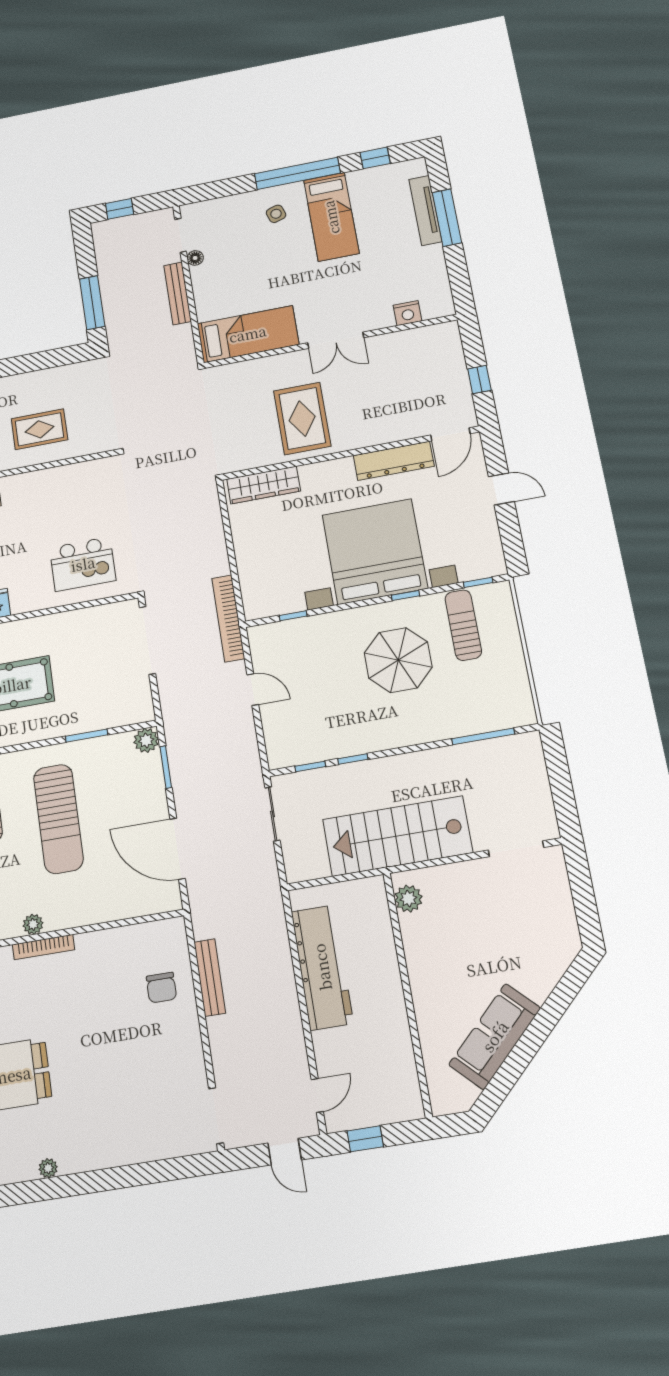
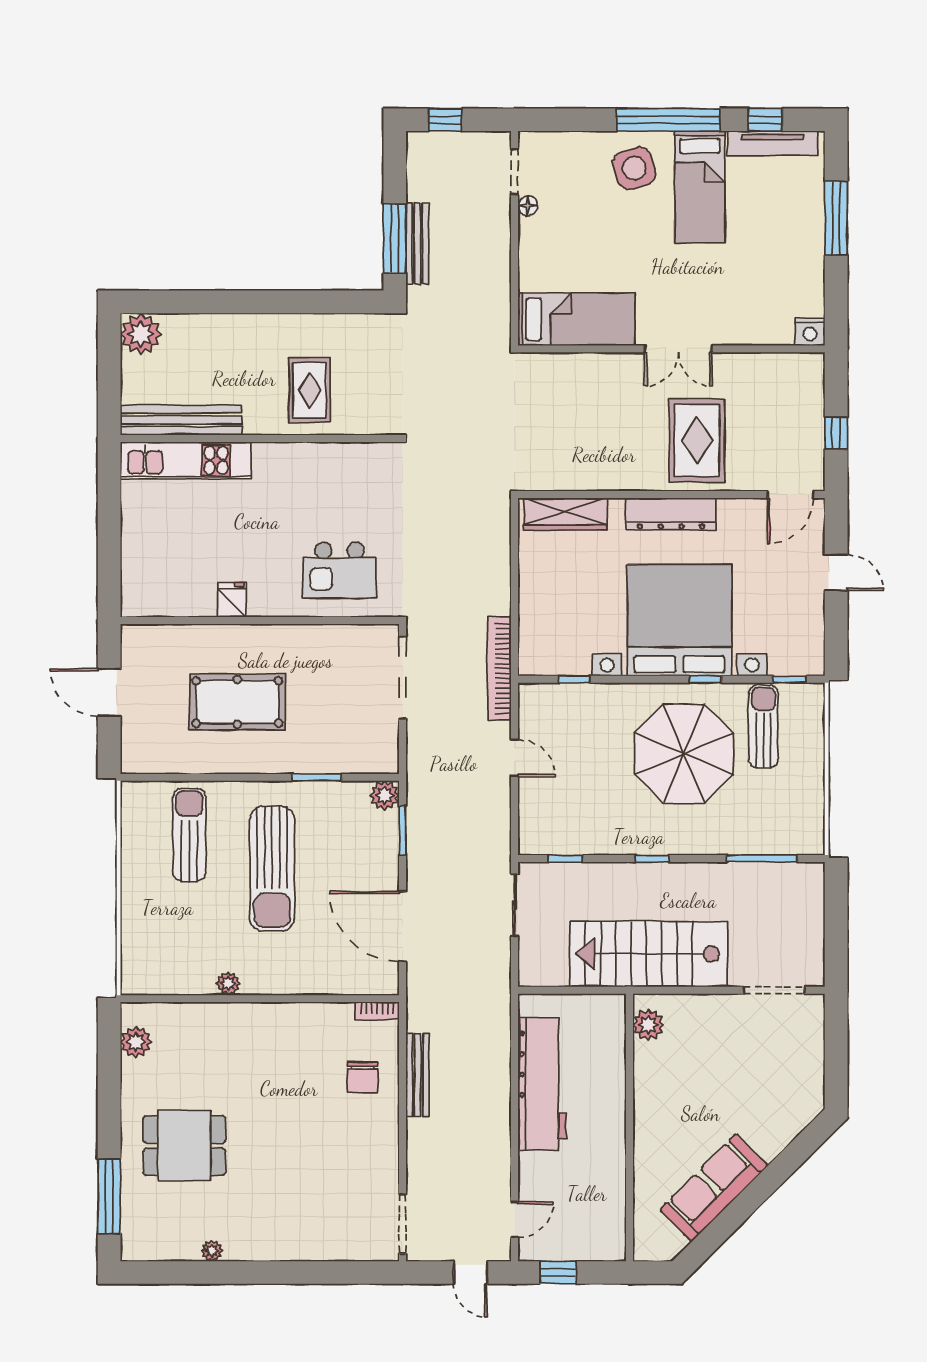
tv unit: (425, 210) -> (773, 143), moved, turned -90
side table: (276, 214) -> (634, 168), width x1.87, depth x1.87
bench: (178, 293) -> (417, 244), moved
nightstand: (408, 313) -> (810, 332), moved
rug: (302, 418) -> (697, 440), moved
rug: (39, 429) -> (310, 390), turned 90
dresser: (394, 461) -> (671, 514), moved
parasol: (398, 660) -> (684, 754), width x1.36, depth x1.36
window: (353, 759) -> (652, 859), moved
bookcase: (43, 947) -> (377, 1011), moved, width x0.64

